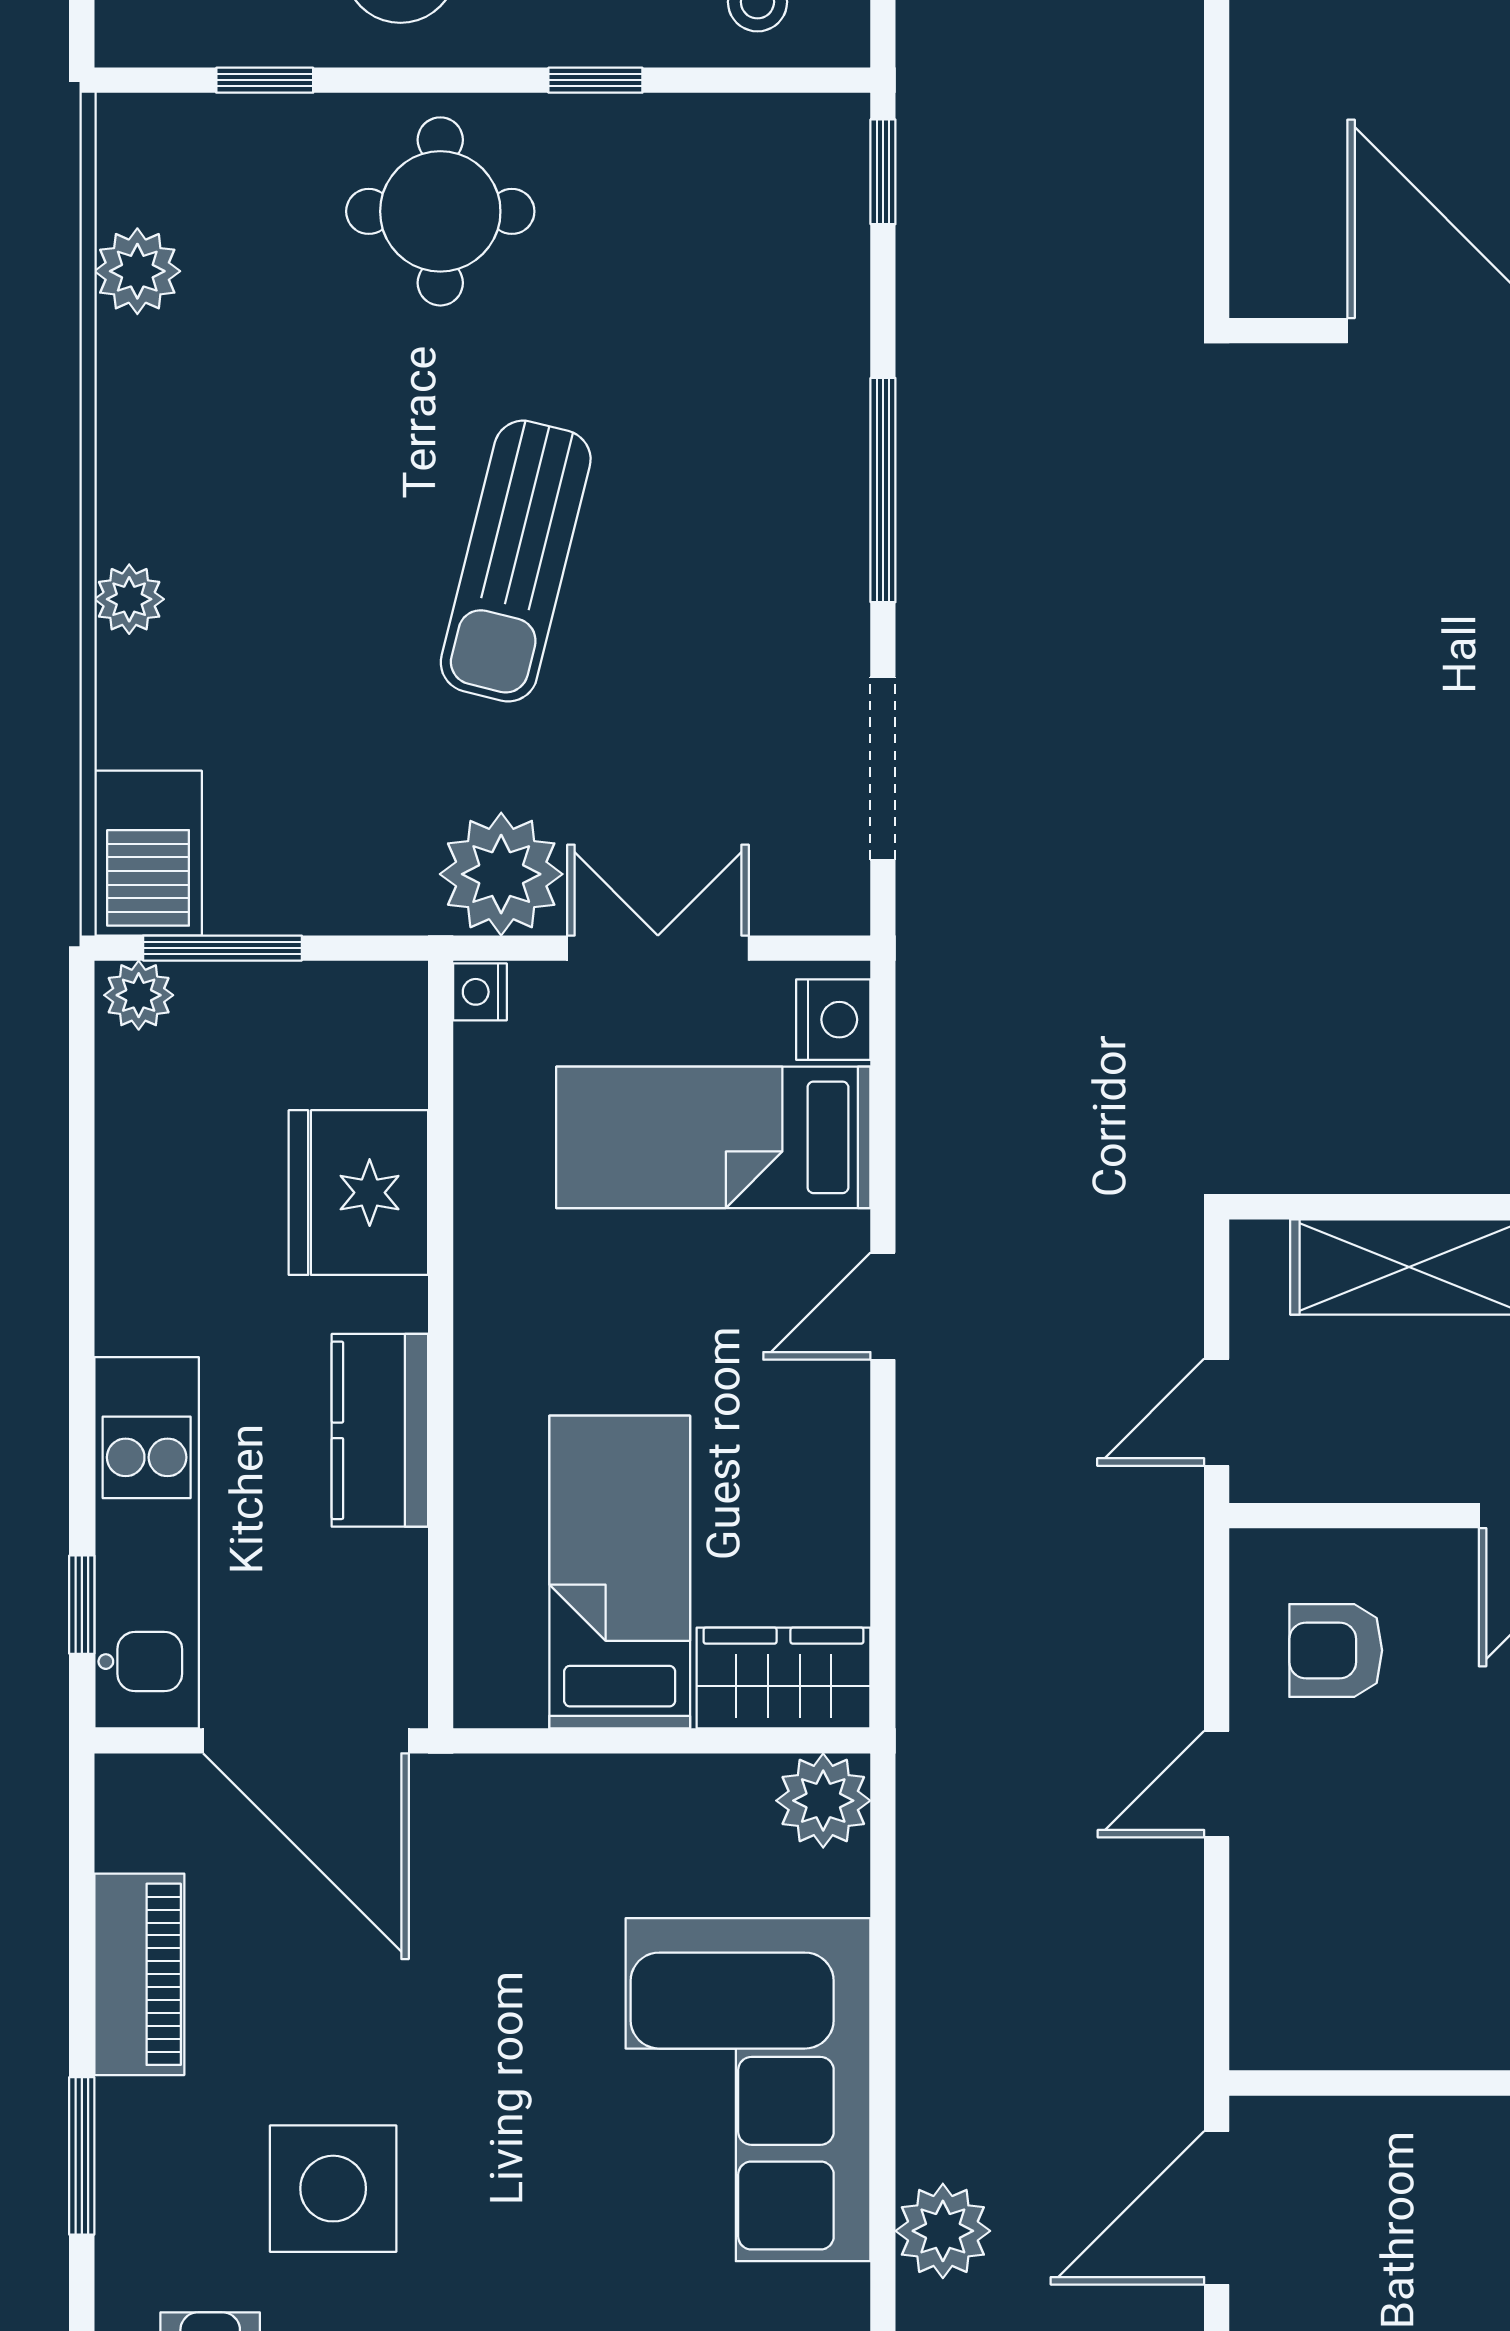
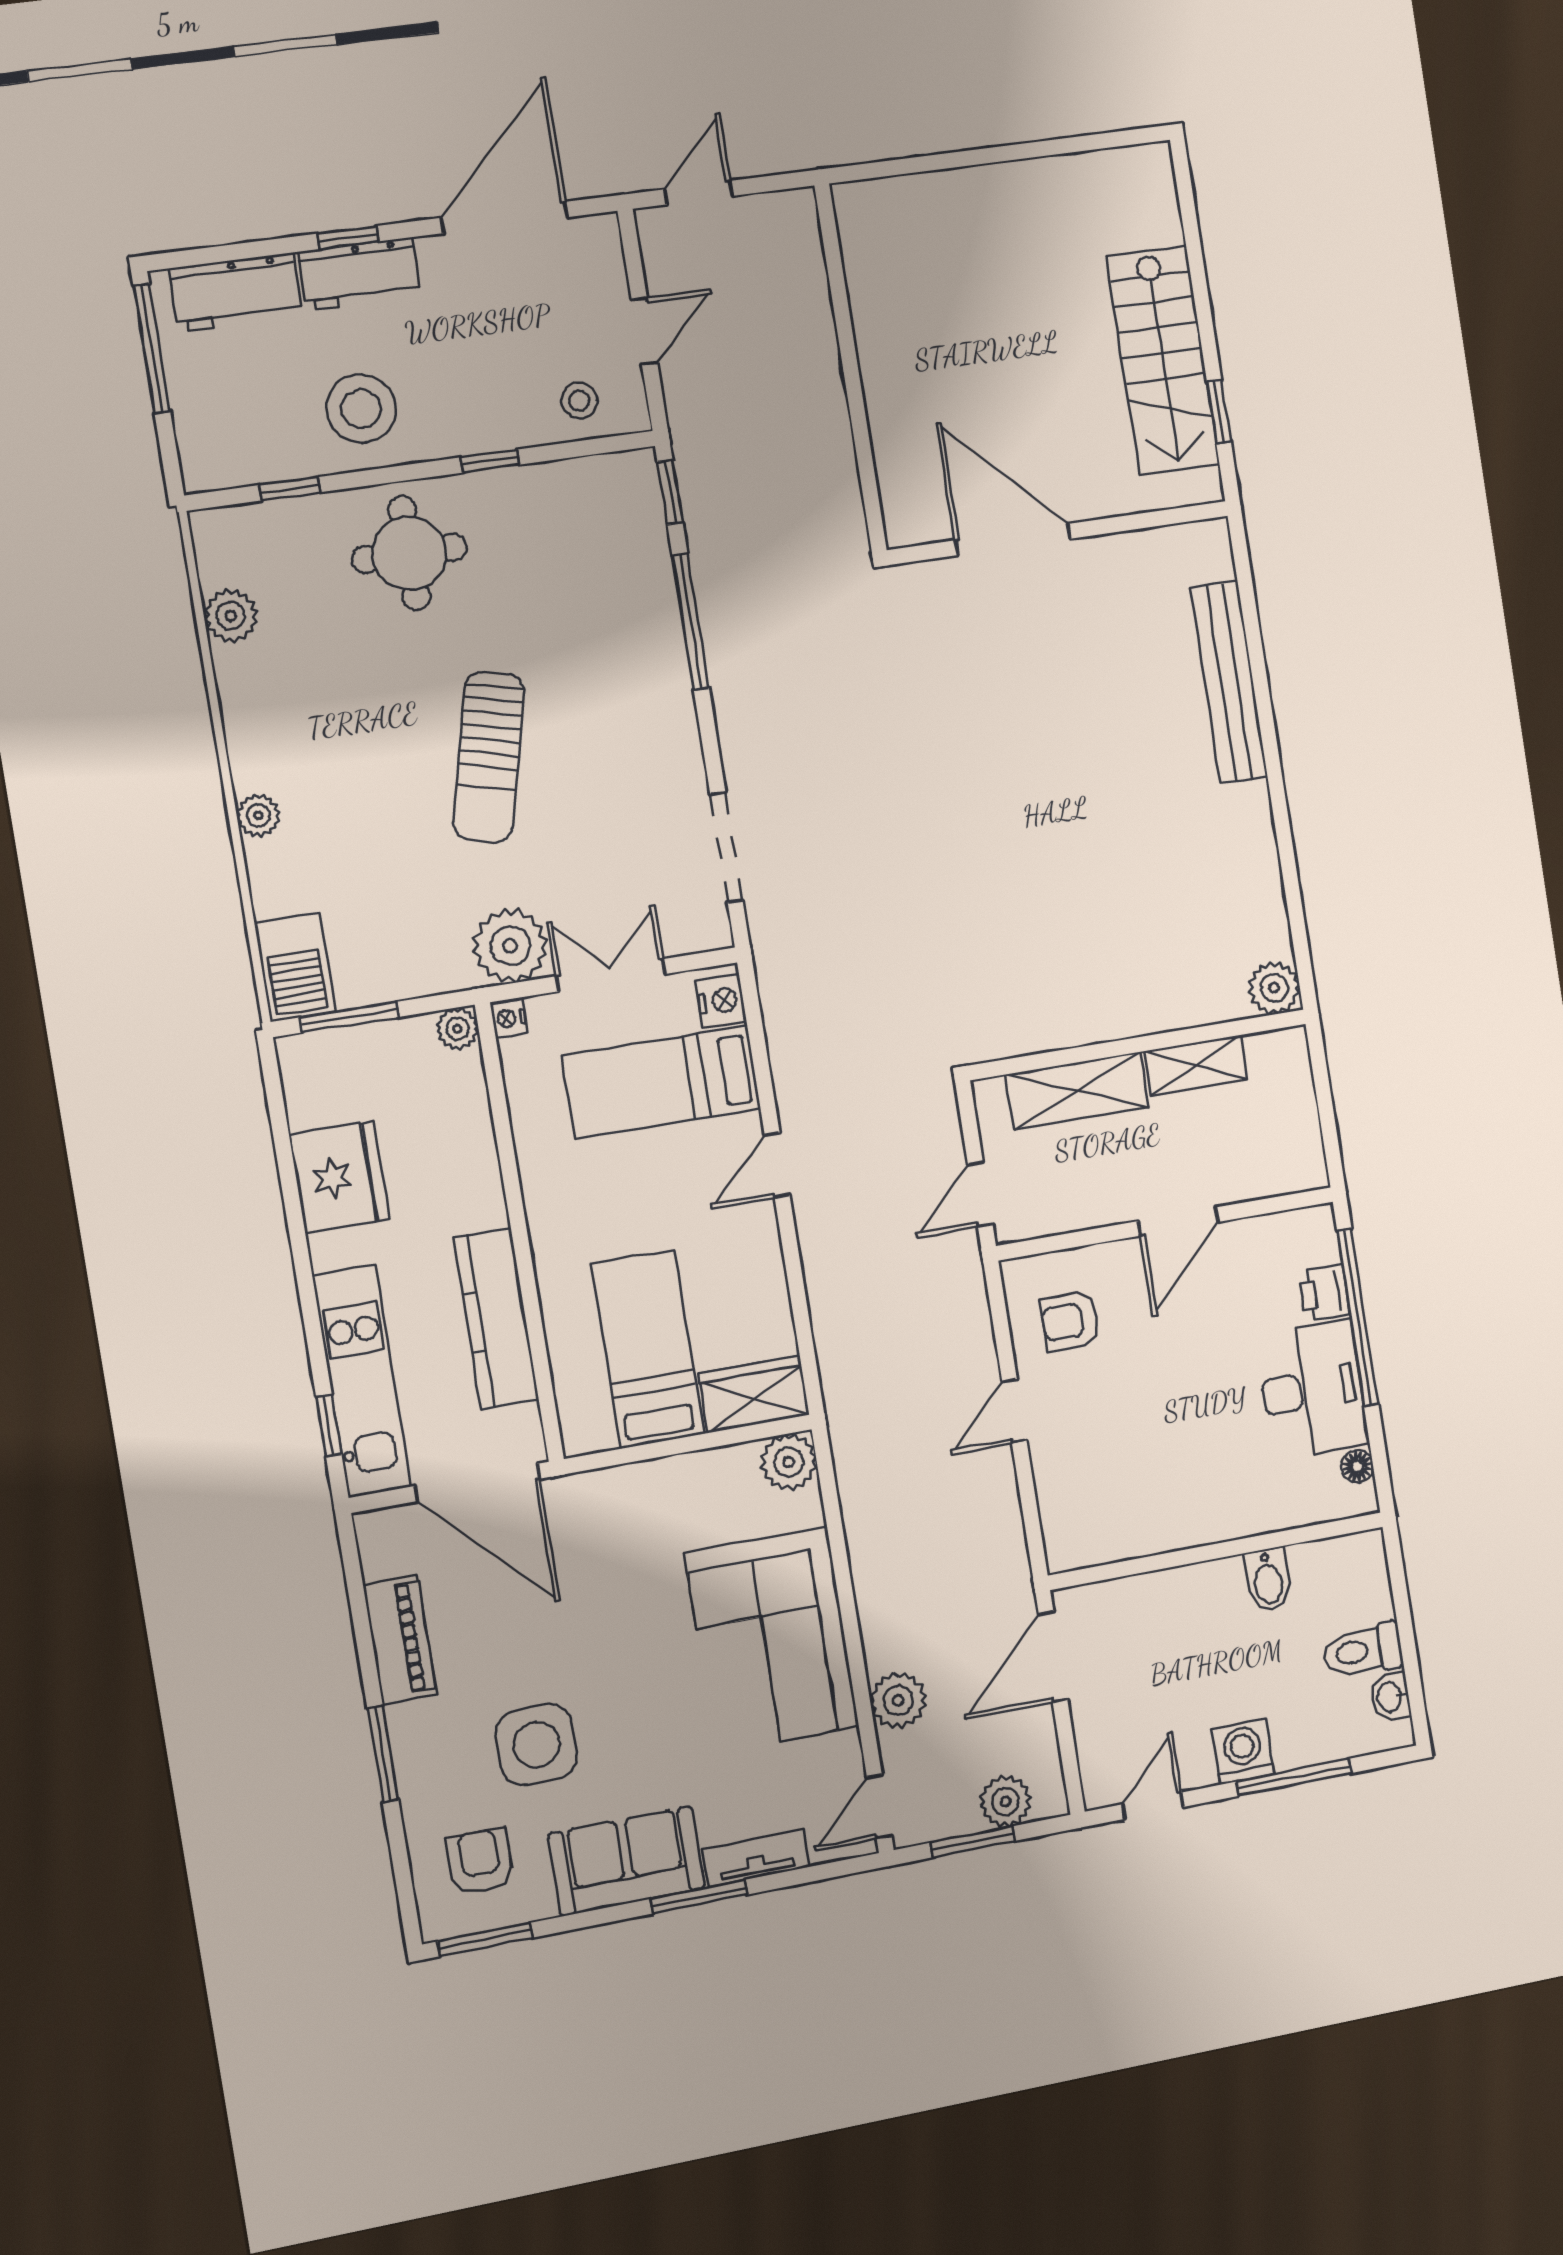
window: (883, 490) -> (691, 622), moved
plant: (139, 995) -> (457, 1029), moved
fridge: (358, 1193) -> (339, 1177), moved, turned 180
kitchen counter: (380, 1430) -> (496, 1319), width x1.50

